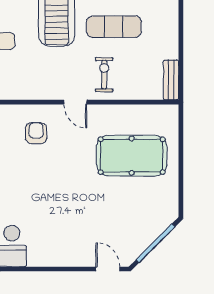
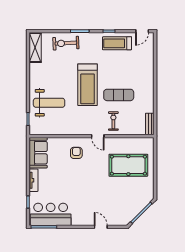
door: (108, 269) -> (101, 227), moved

